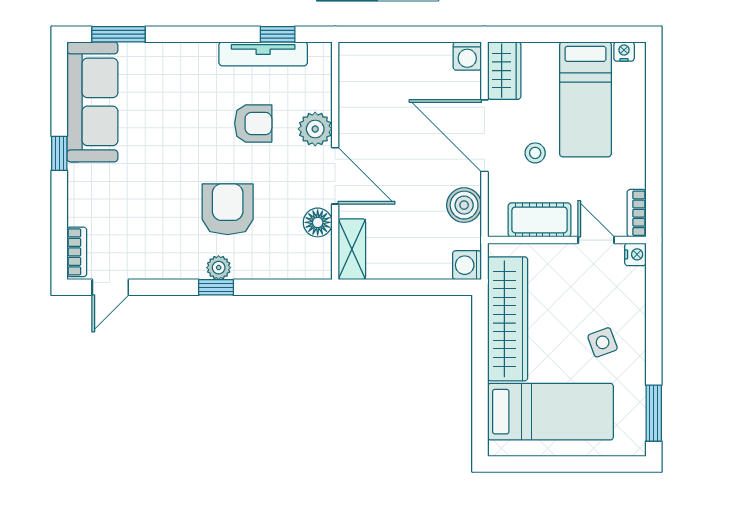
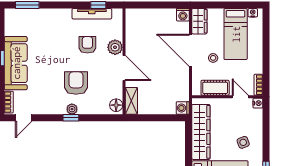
sofa: (92, 102) -> (16, 63), moved
armchair: (253, 123) -> (87, 45), turned -90
boiler: (464, 205) -> (181, 81), removed
floor lamp: (318, 222) -> (116, 105), moved

